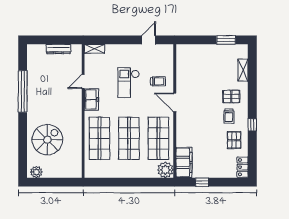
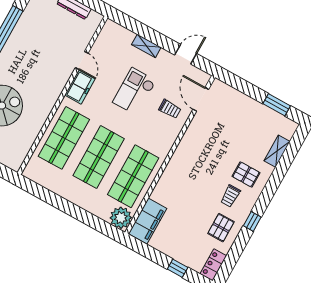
shelving: (95, 49) -> (146, 46), moved
door: (83, 81) -> (82, 60), swing flipped
door: (175, 102) -> (201, 99), moved
window: (202, 182) -> (178, 268), moved

